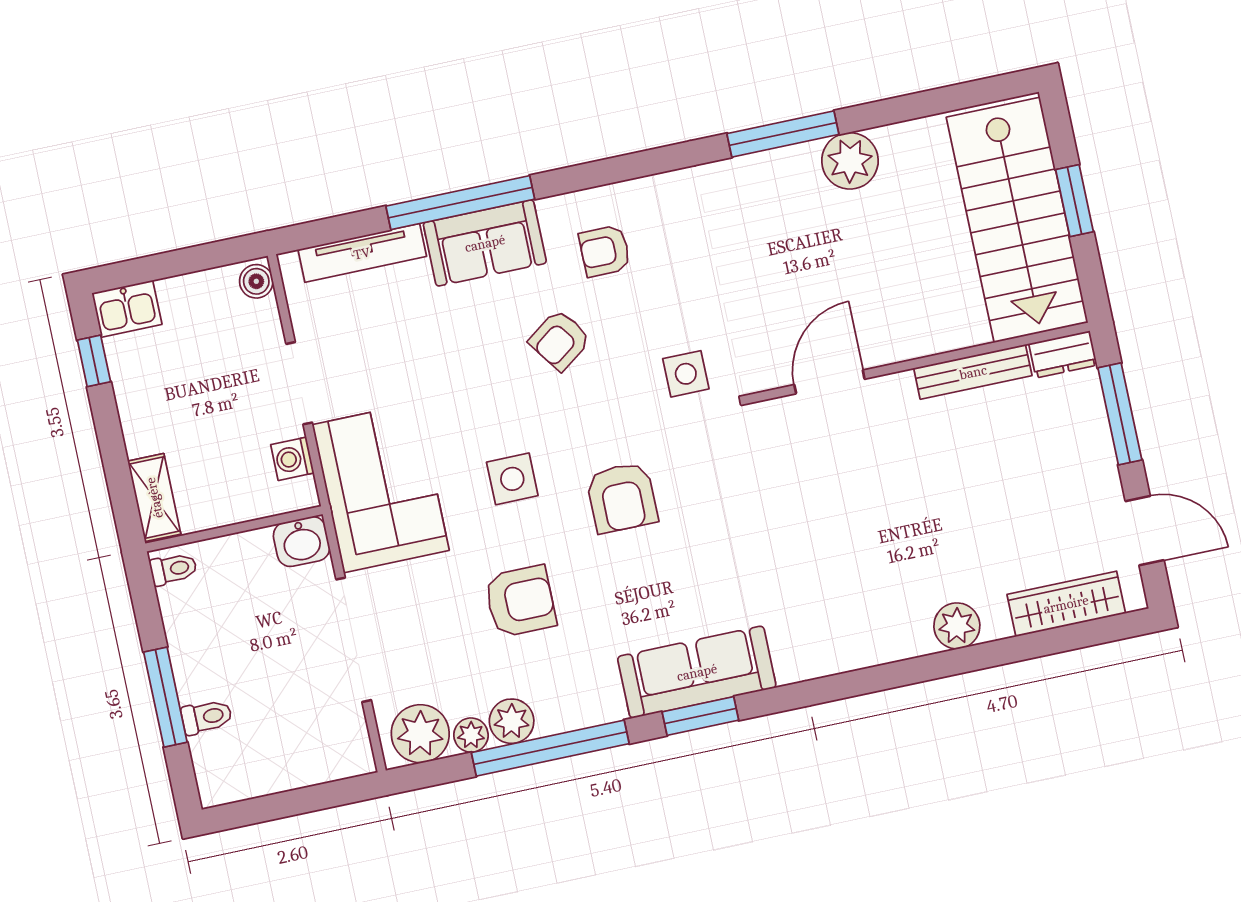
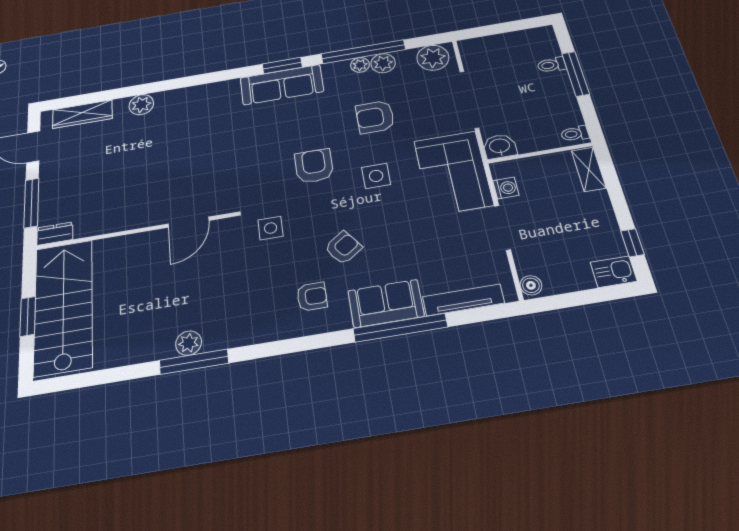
plant: (850, 161) -> (189, 343), moved, width x0.73, depth x0.73
bench: (973, 372) -> (107, 226), removed
plant: (471, 735) -> (360, 65), moved

